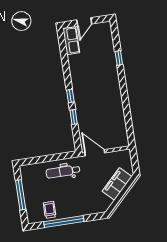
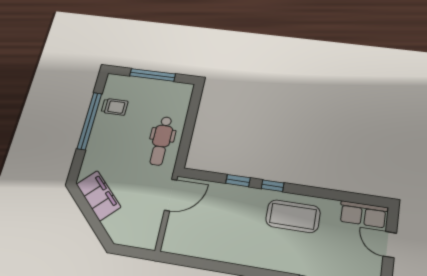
coffee table: (85, 79) -> (293, 216), added
dental chair: (63, 172) -> (161, 141), turned 180
filing cabinet: (117, 184) -> (98, 196), moved

